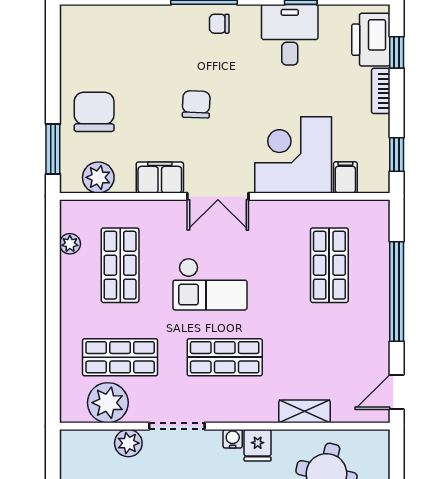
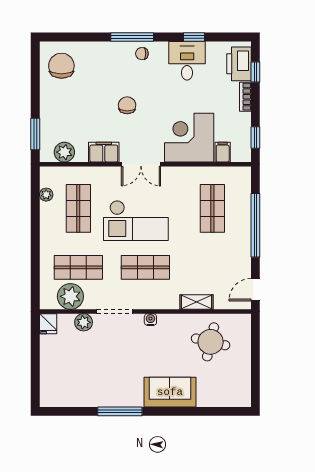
chair: (94, 112) -> (61, 66), moved
checkout: (210, 284) -> (136, 220), width x1.36, depth x1.21
fridge: (258, 445) -> (48, 324), moved

